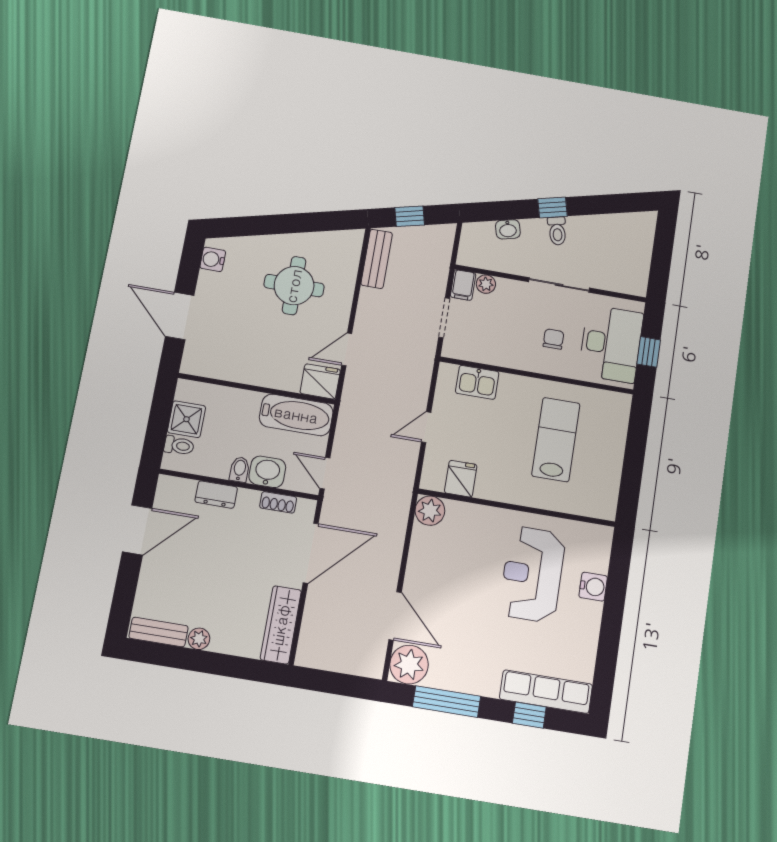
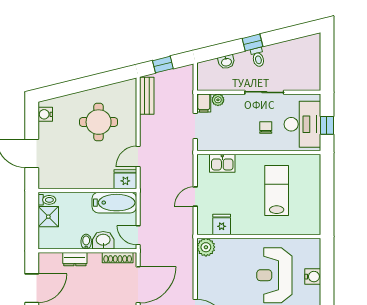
toilet: (179, 446) -> (47, 200), moved
shoe rack: (278, 502) -> (118, 258), width x1.43

